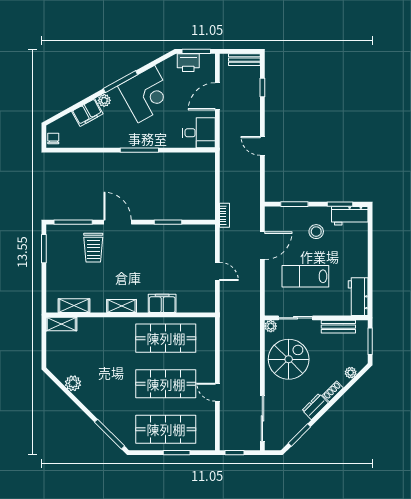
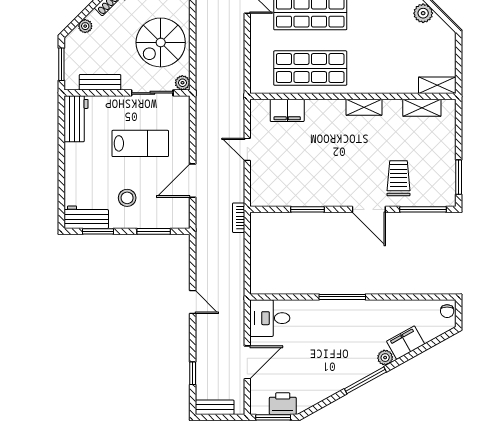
corner desk: (146, 94) -> (334, 365), removed
filing cabinet: (162, 303) -> (287, 110), moved

